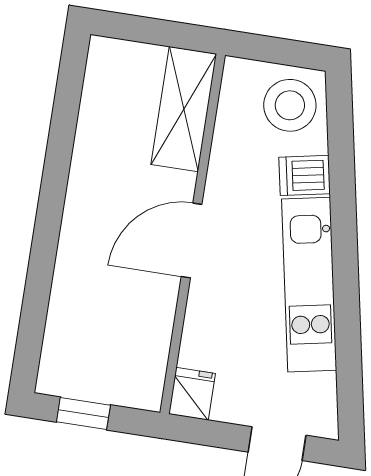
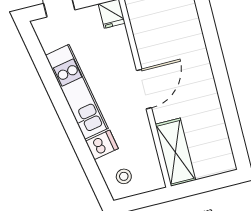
stool: (290, 105) -> (124, 176), width x0.53, depth x0.53

